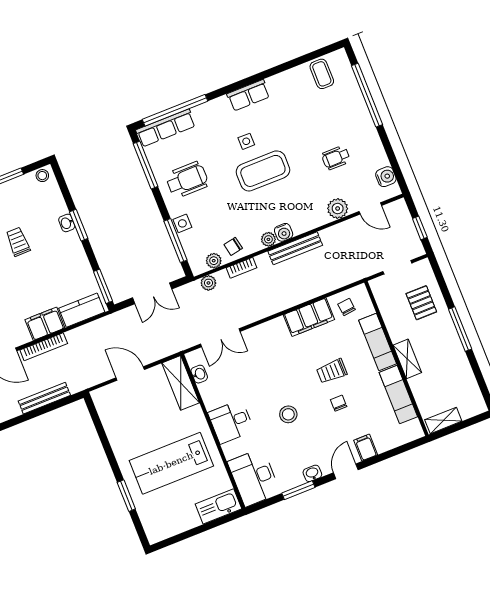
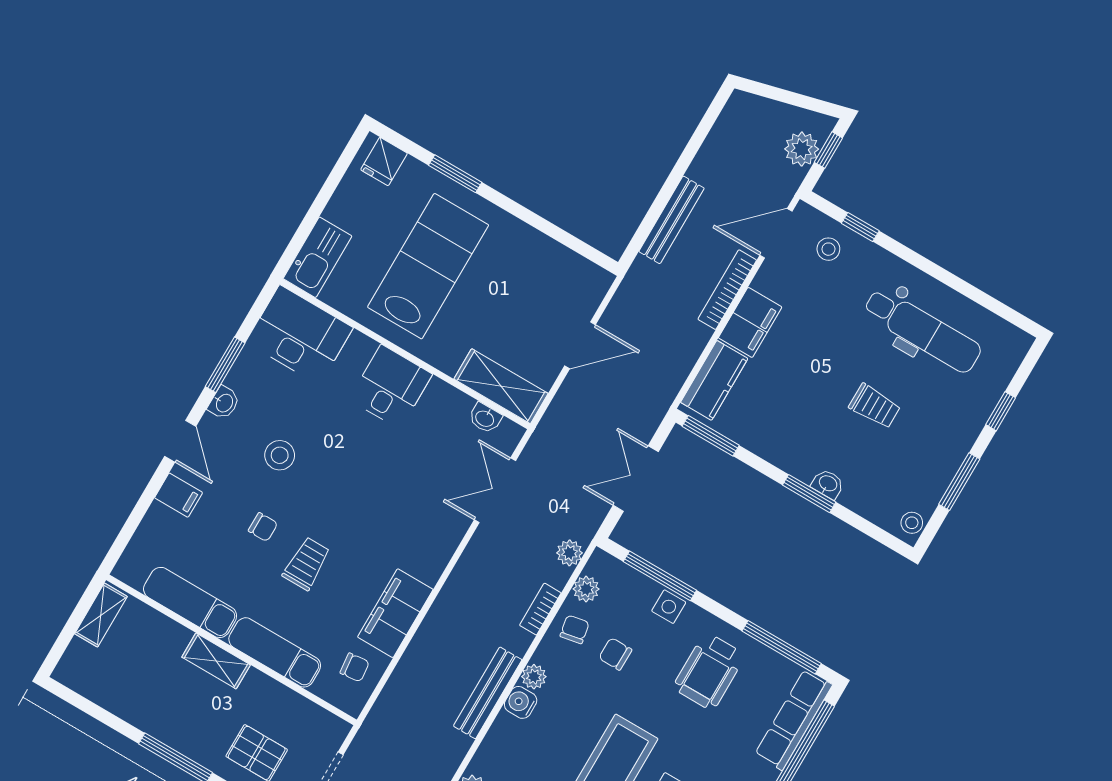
chair: (223, 221) -> (615, 654), added
stool: (288, 414) -> (280, 455), moved
fridge: (154, 526) -> (384, 161), added

